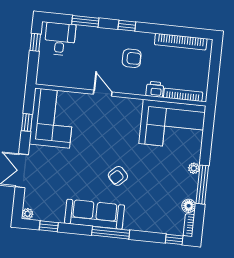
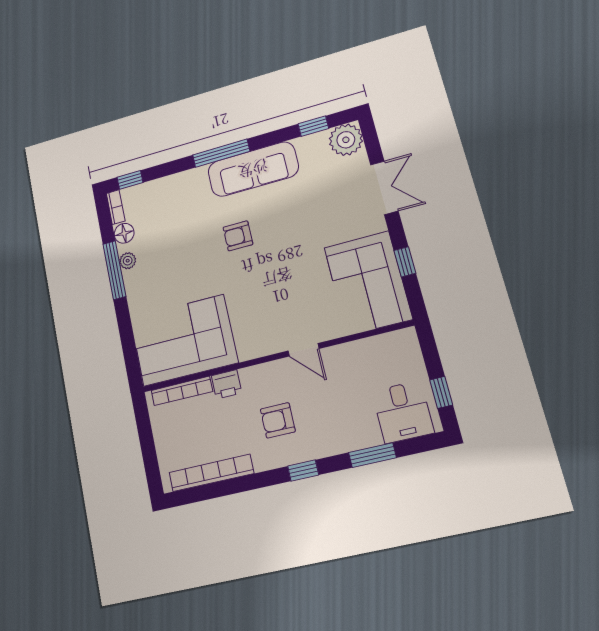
plant: (194, 168) -> (128, 261), moved
armchair: (118, 176) -> (238, 236), turned -136
plant: (27, 214) -> (346, 140), width x1.88, depth x1.88

